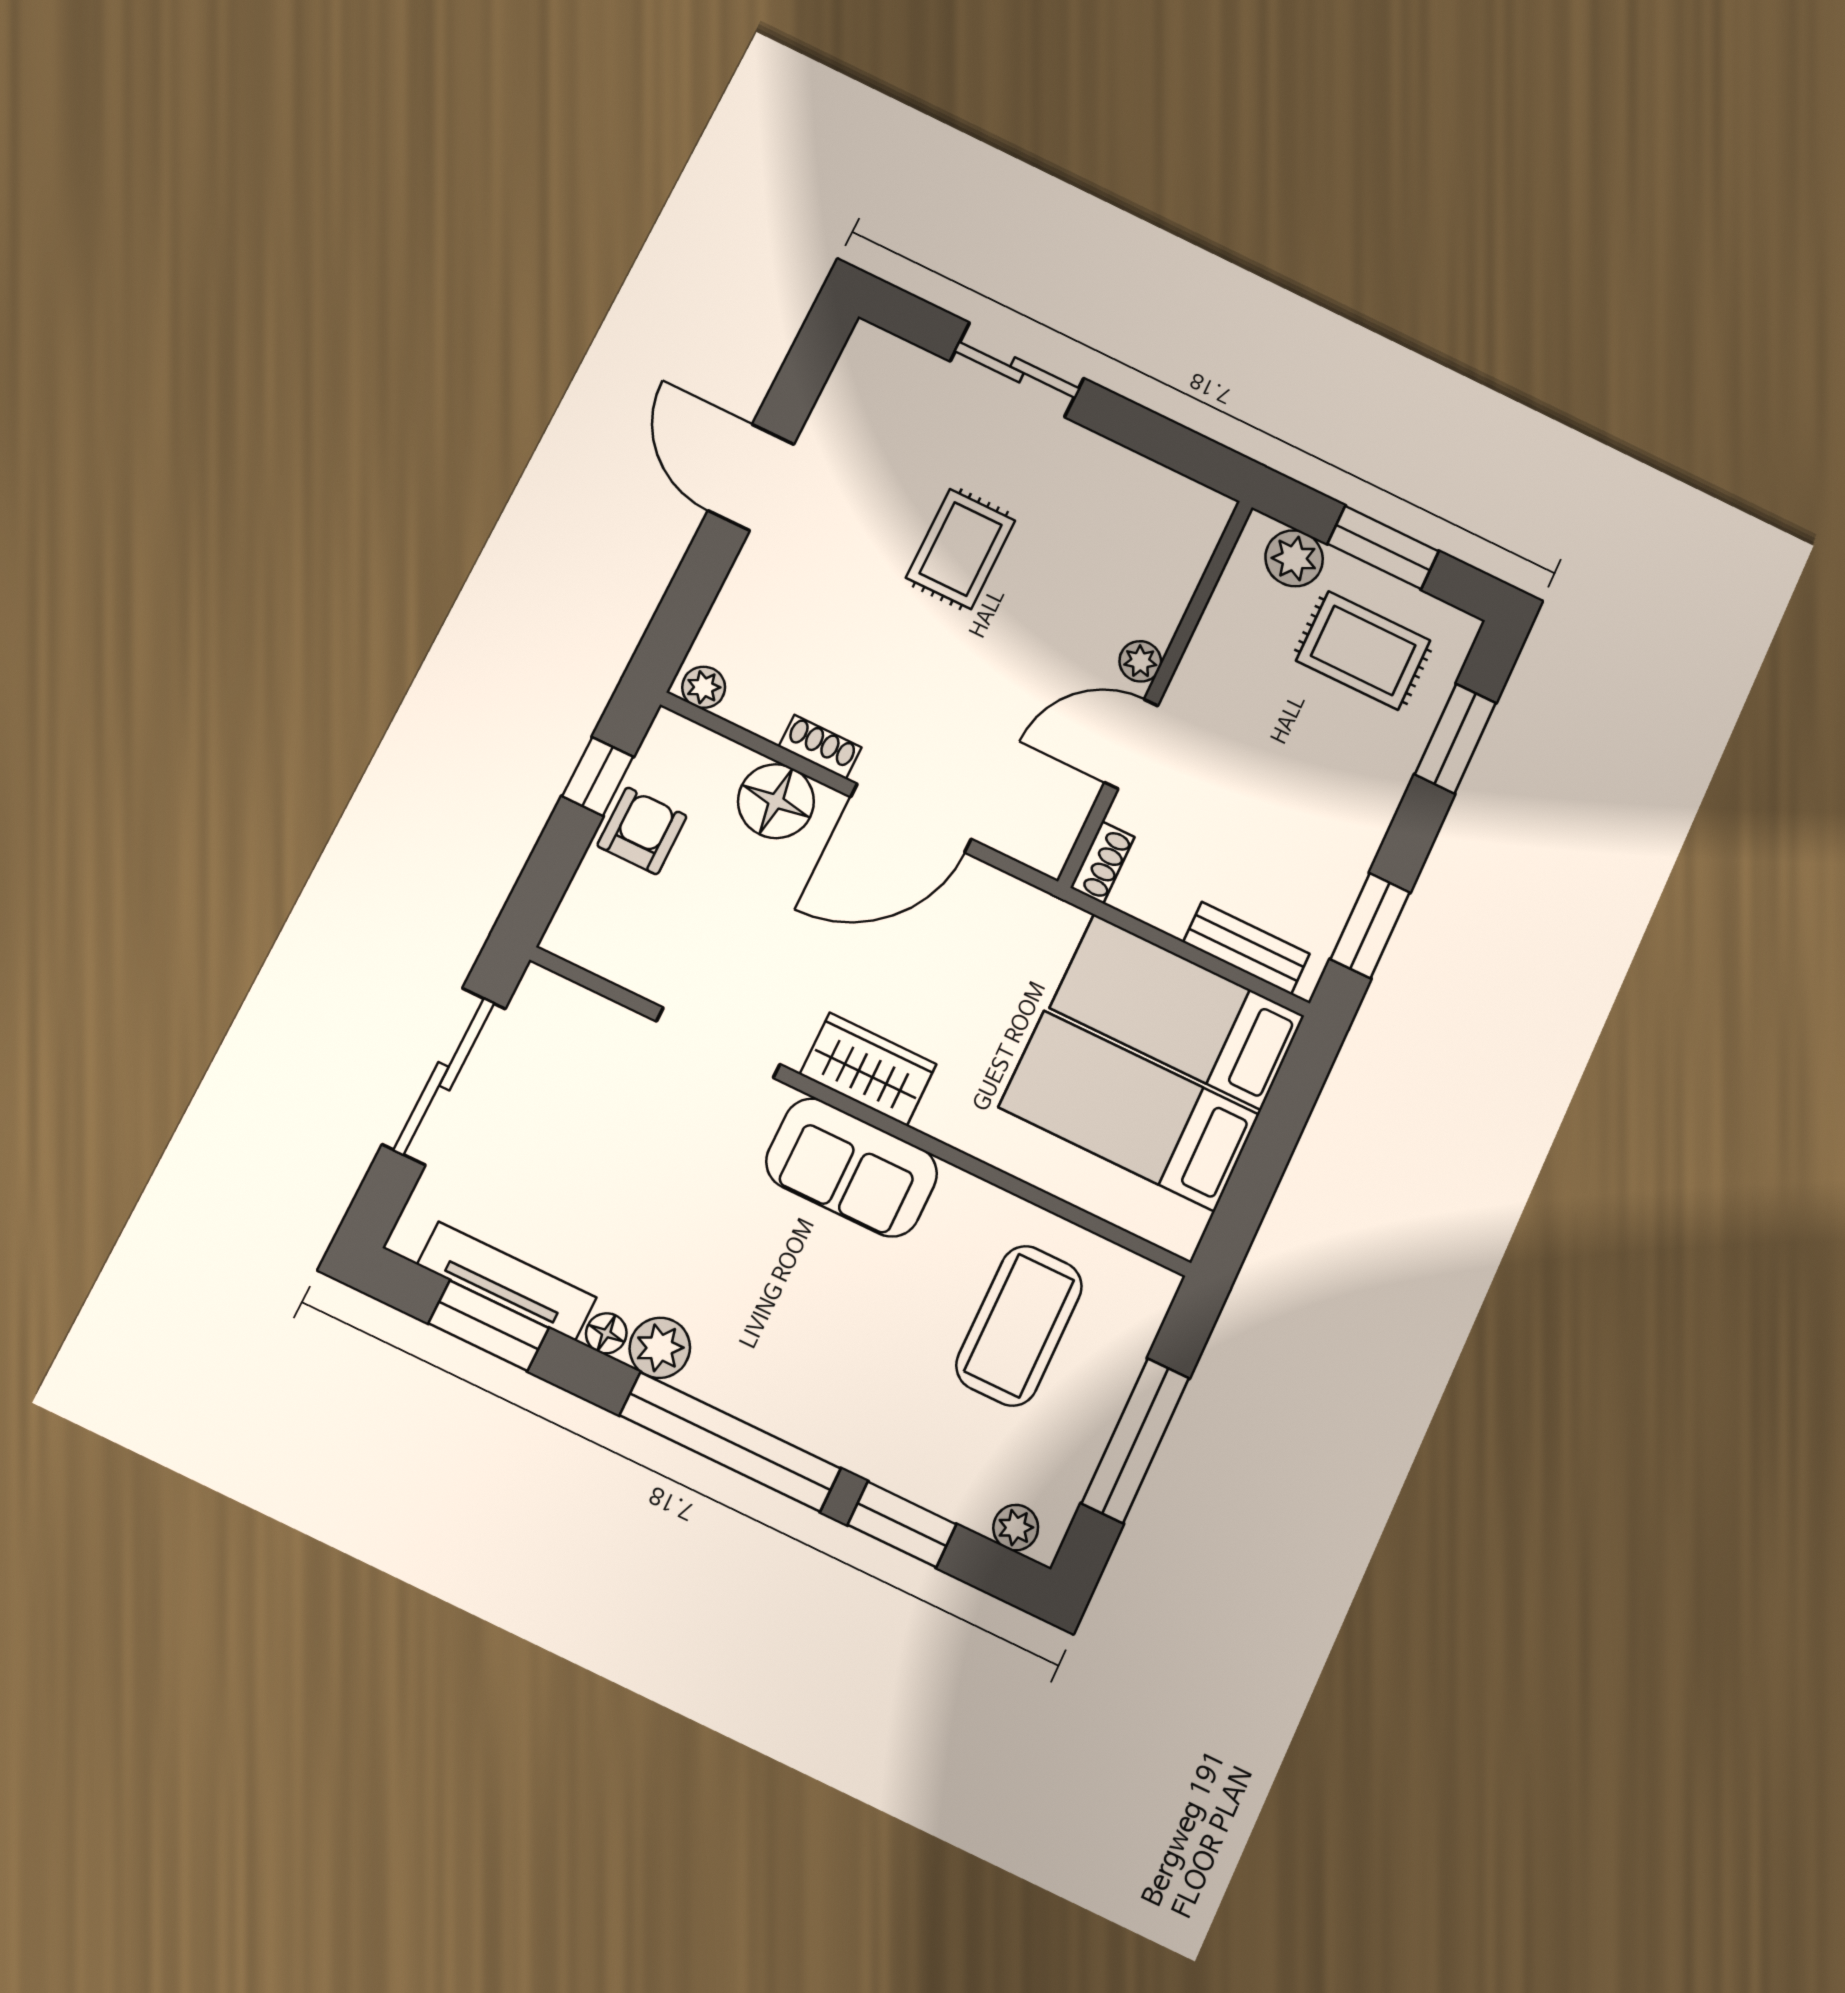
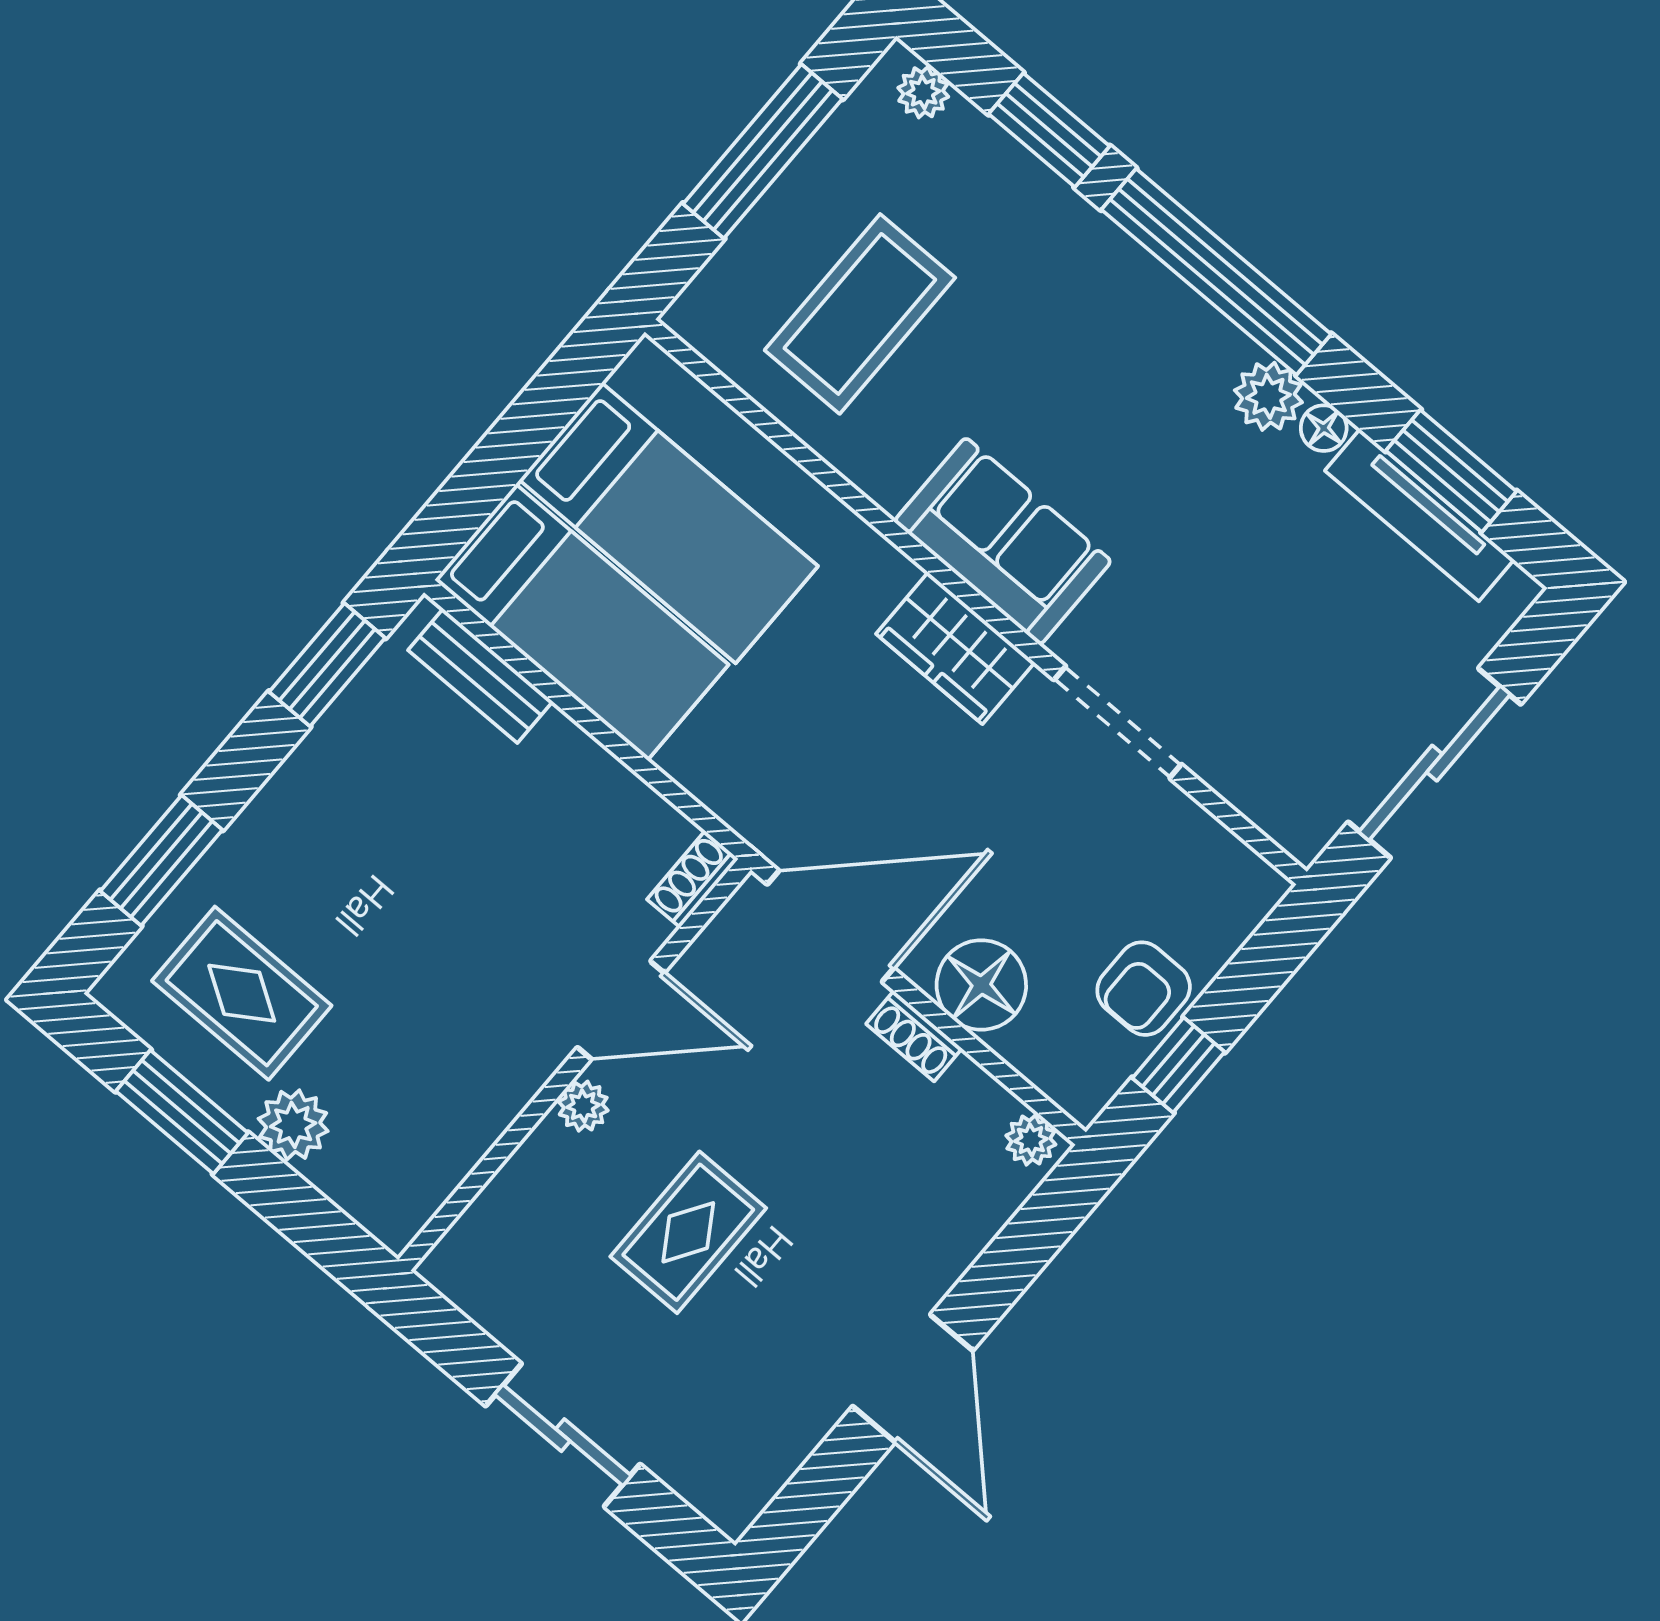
plant: (1140, 661) -> (583, 1106), moved
wall: (1156, 692) -> (575, 1065), moved
door: (1131, 744) -> (621, 1010), moved
shoe rack: (1102, 862) -> (693, 879), moved

